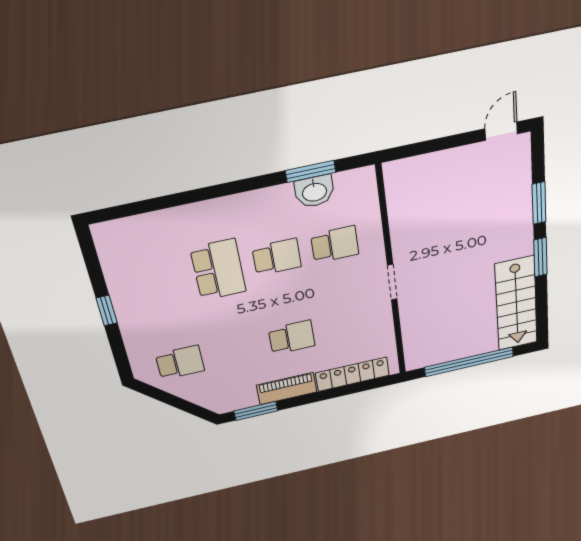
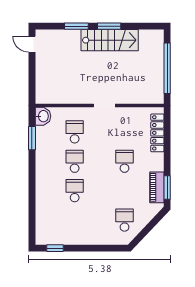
washbasin: (314, 191) -> (43, 116), moved
school desk: (218, 270) -> (75, 191), width x0.54
stairs: (516, 304) -> (110, 40), moved
window: (107, 310) -> (55, 248), moved
piano: (287, 389) -> (157, 187), moved

